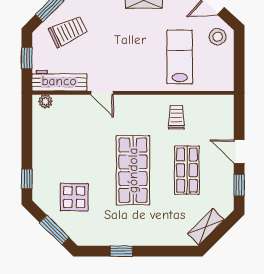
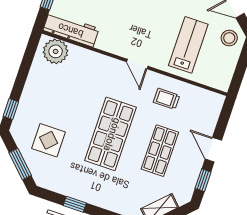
door: (102, 93) -> (137, 64), moved
plant: (45, 101) -> (56, 51), width x1.87, depth x1.87
trolley: (176, 117) -> (167, 99), turned -90

